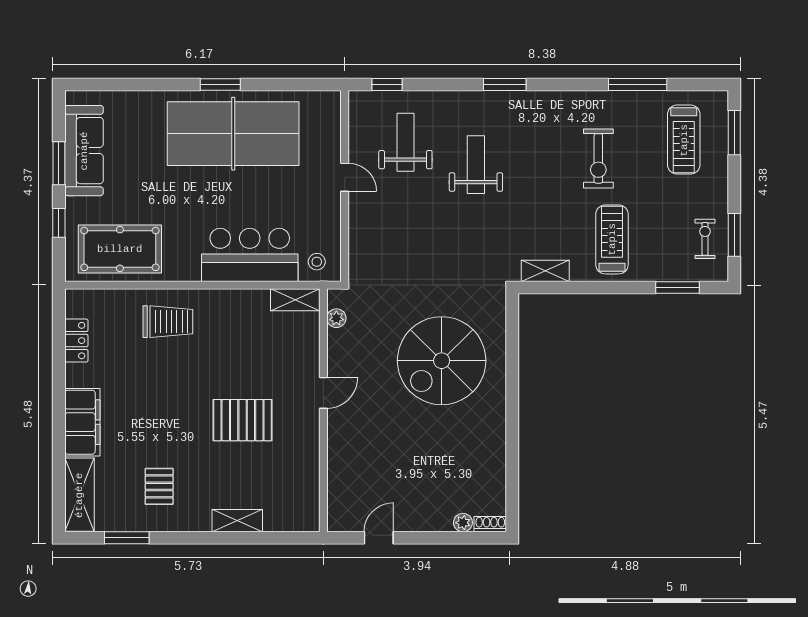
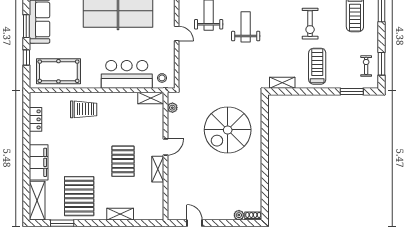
pallet: (243, 420) -> (123, 161), turned 90
shelving: (309, 435) -> (158, 169), added
pallet: (159, 486) -> (79, 196), width x2.05, depth x2.00
door: (379, 538) -> (195, 223), hinge flipped

